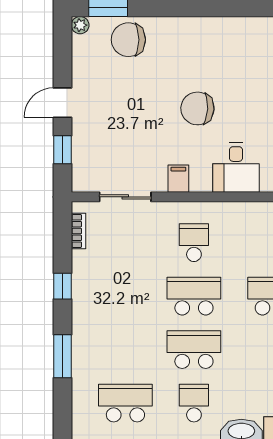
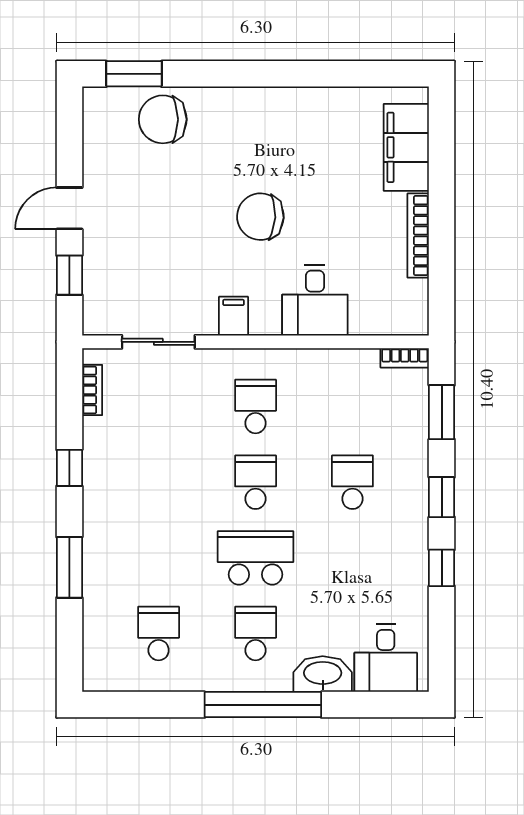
plant: (80, 25) -> (94, 99), removed
school desk: (194, 296) -> (256, 482), width x0.54
school desk: (125, 403) -> (159, 634), width x0.54

